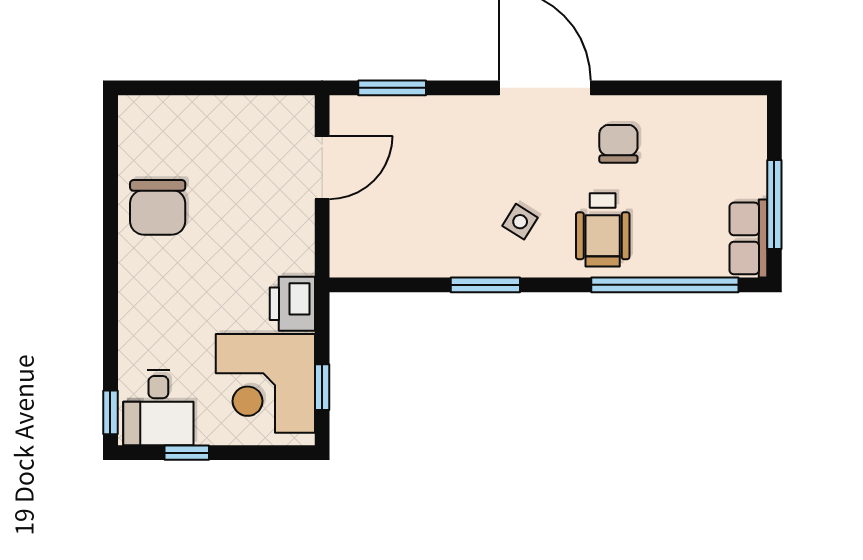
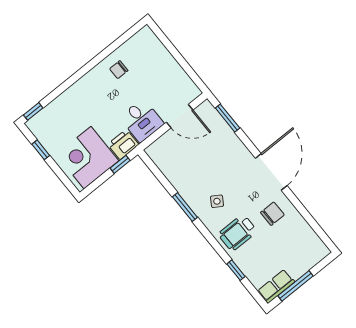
chair: (158, 207) -> (119, 70), width x0.54, depth x0.54
window: (665, 285) -> (236, 270), width x0.32
window: (322, 387) -> (120, 164), moved
desk: (158, 408) -> (142, 121), moved, turned -90

